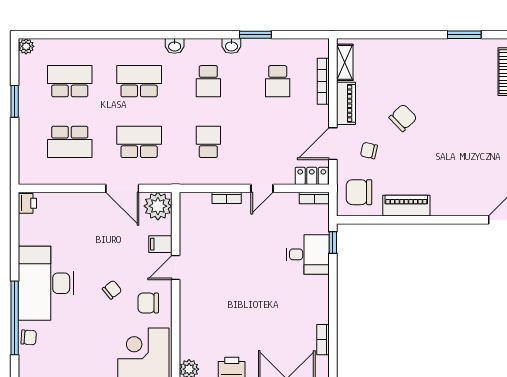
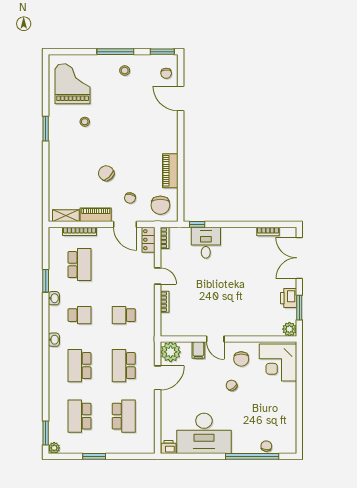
window: (47, 35) -> (46, 433), added
school desk: (278, 81) -> (80, 265), width x1.85
stool: (474, 88) -> (85, 122), added
desk: (46, 283) -> (204, 433), moved

